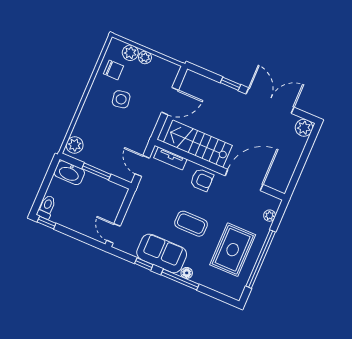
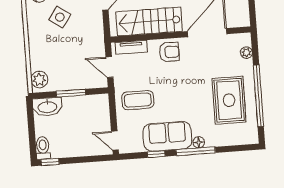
side table: (121, 99) -> (60, 17), turned 45
coffee table: (191, 224) -> (138, 100), moved

